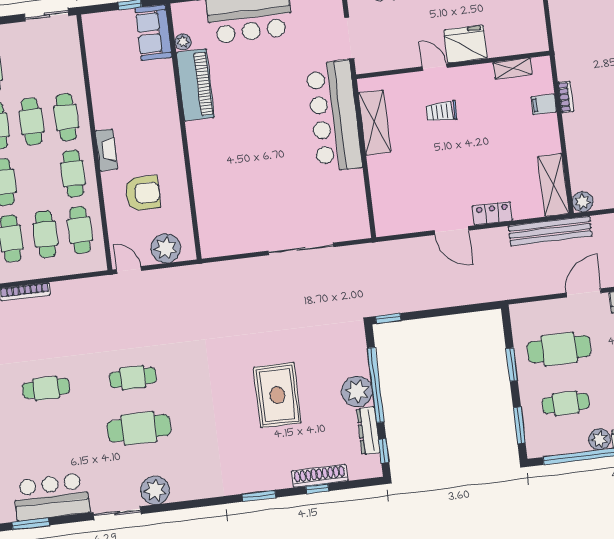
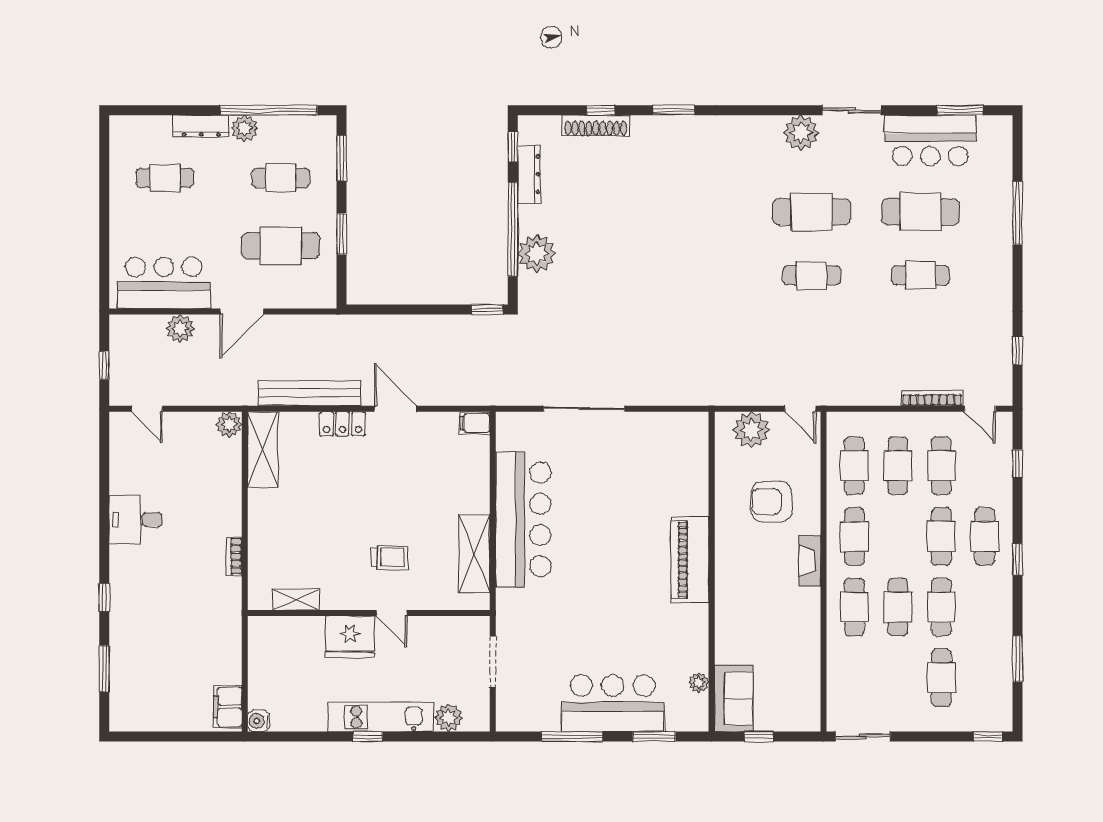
piano: (195, 85) -> (690, 560), moved
filing cabinet: (544, 104) -> (475, 423), moved, turned 180
bar counter: (334, 116) -> (523, 519), moved
bench: (550, 231) -> (309, 393), moved
plant: (357, 391) -> (537, 254), moved
rug: (277, 395) -> (636, 232), removed
cafe table: (52, 439) -> (920, 212), added

